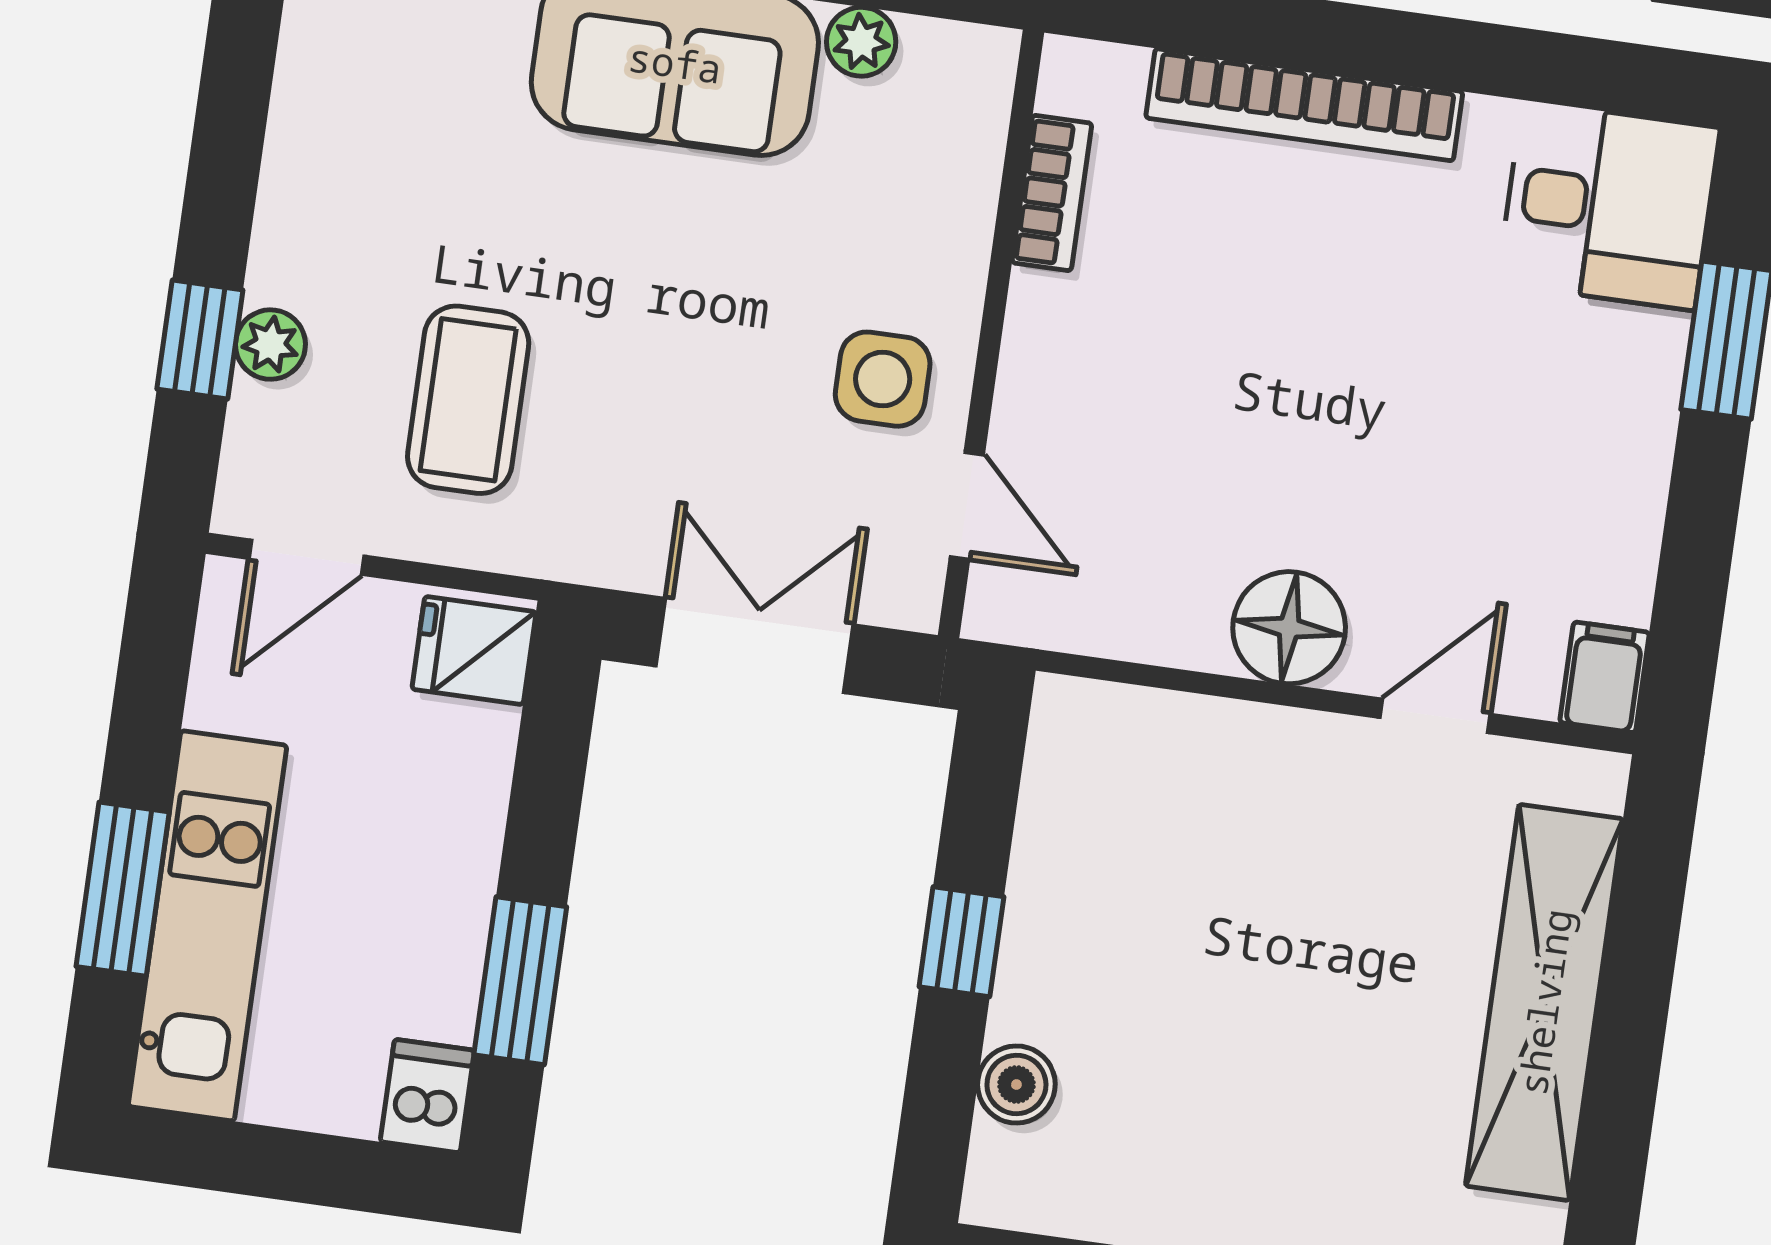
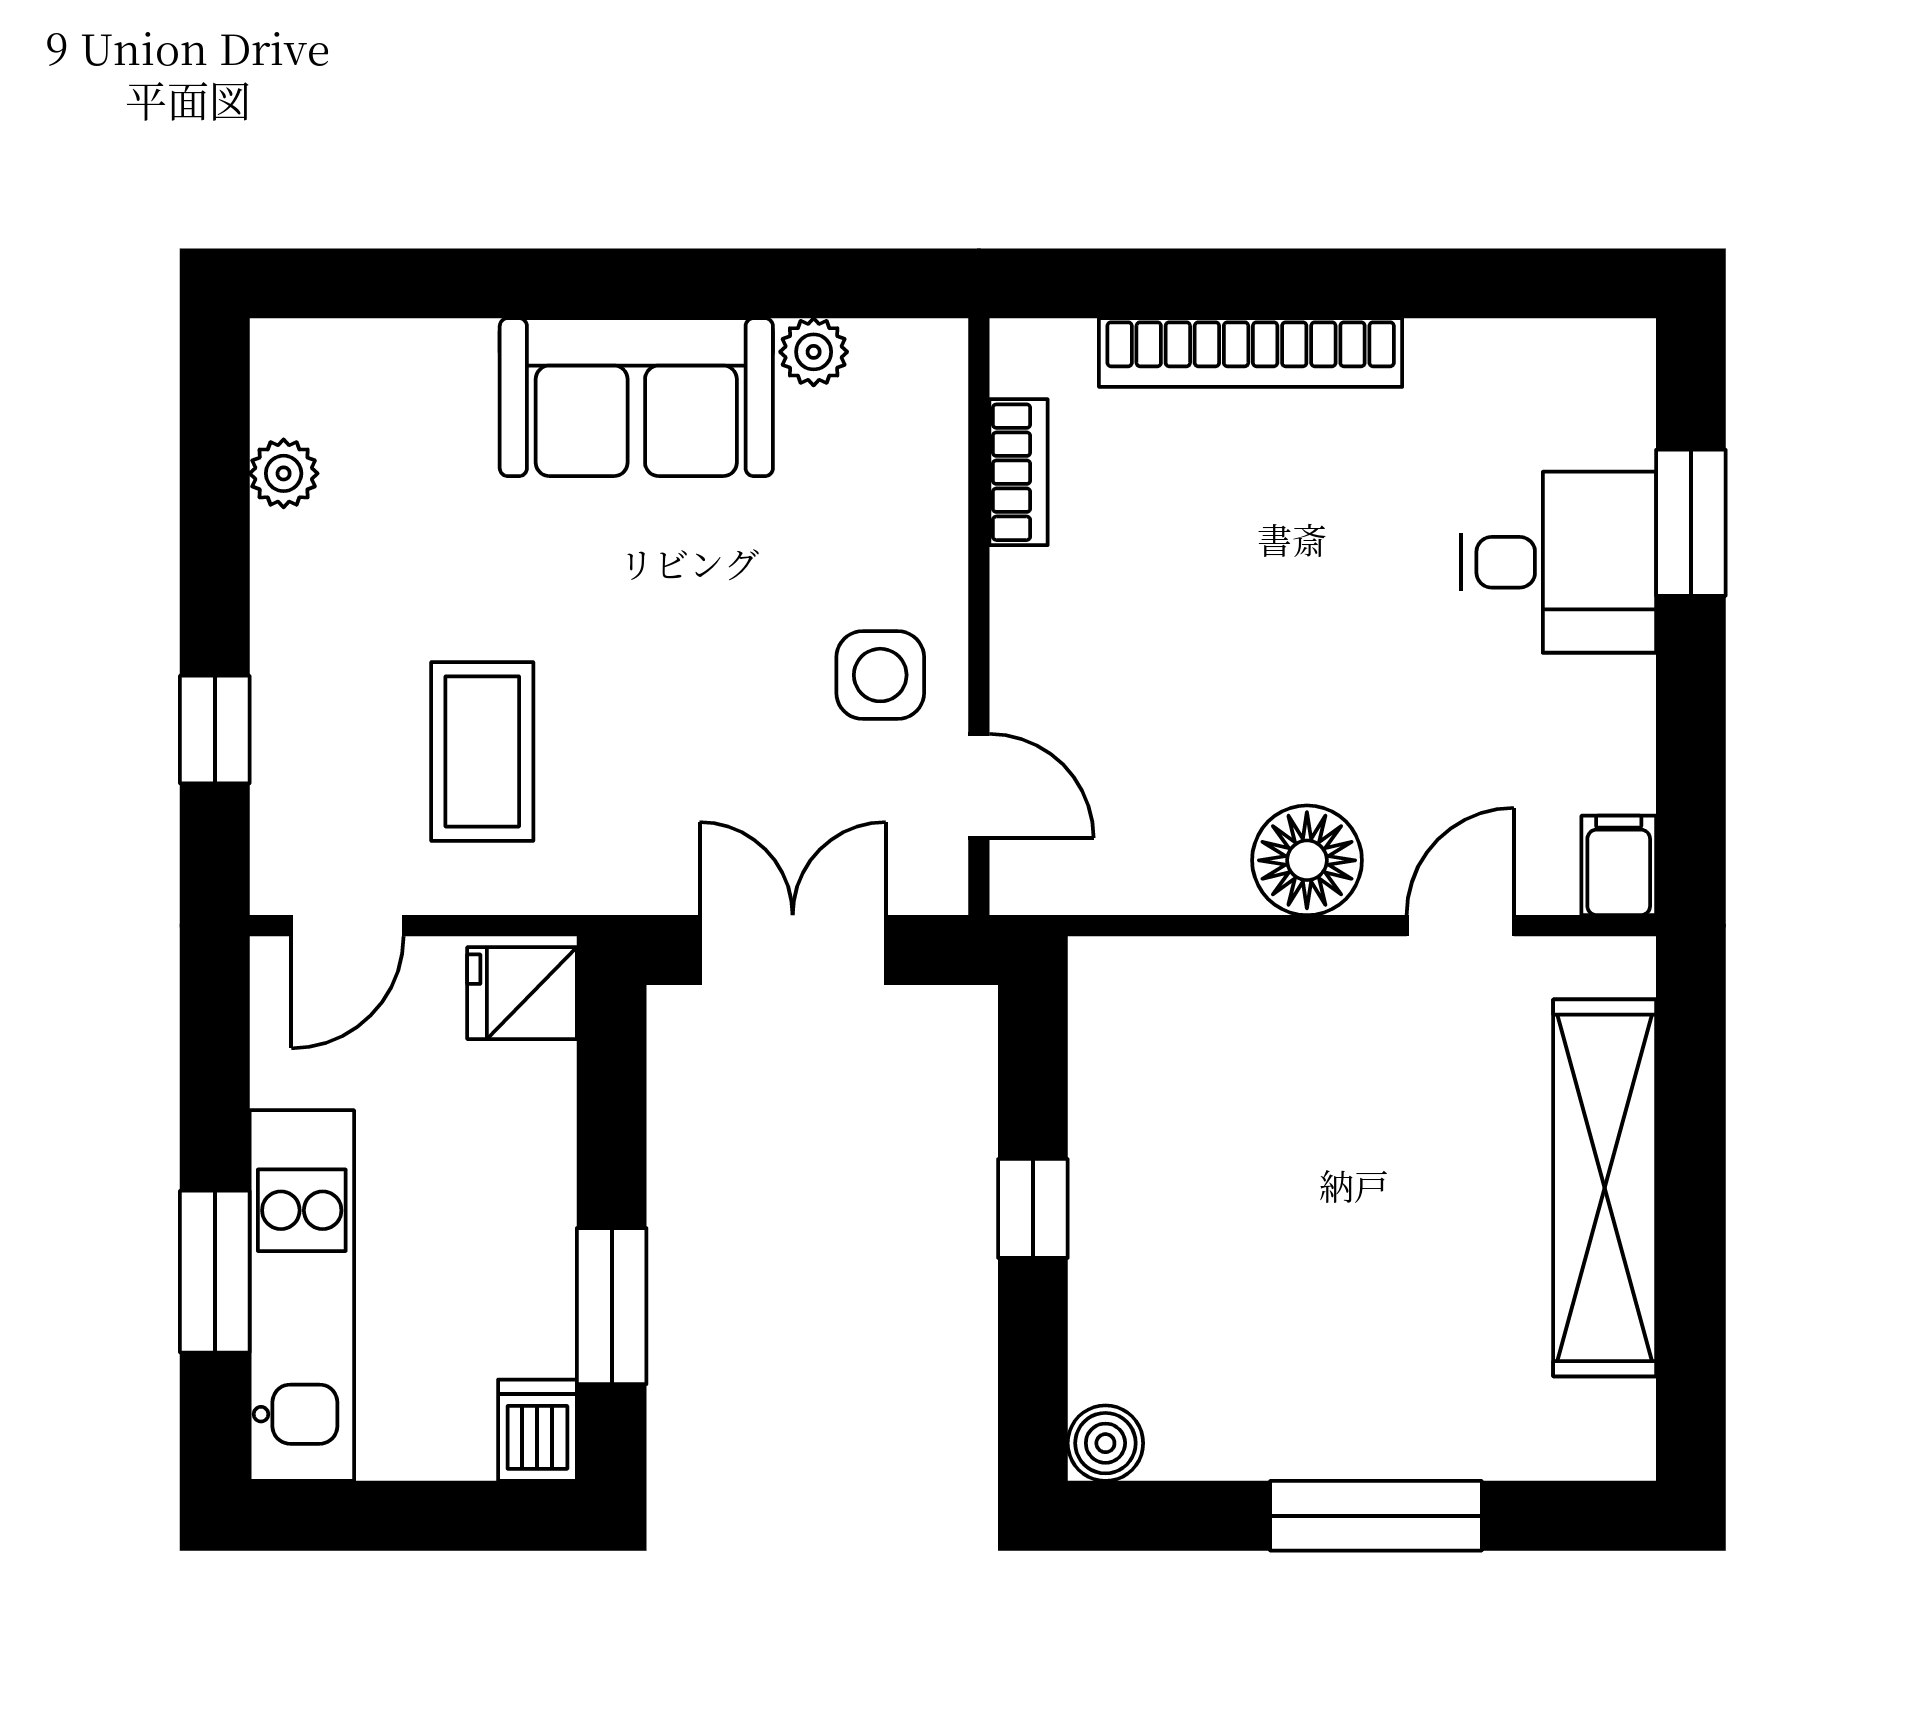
desk: (1608, 205) -> (1558, 562), moved
plant: (270, 345) -> (284, 473), moved
boiler: (1016, 1085) -> (1105, 1443), moved

